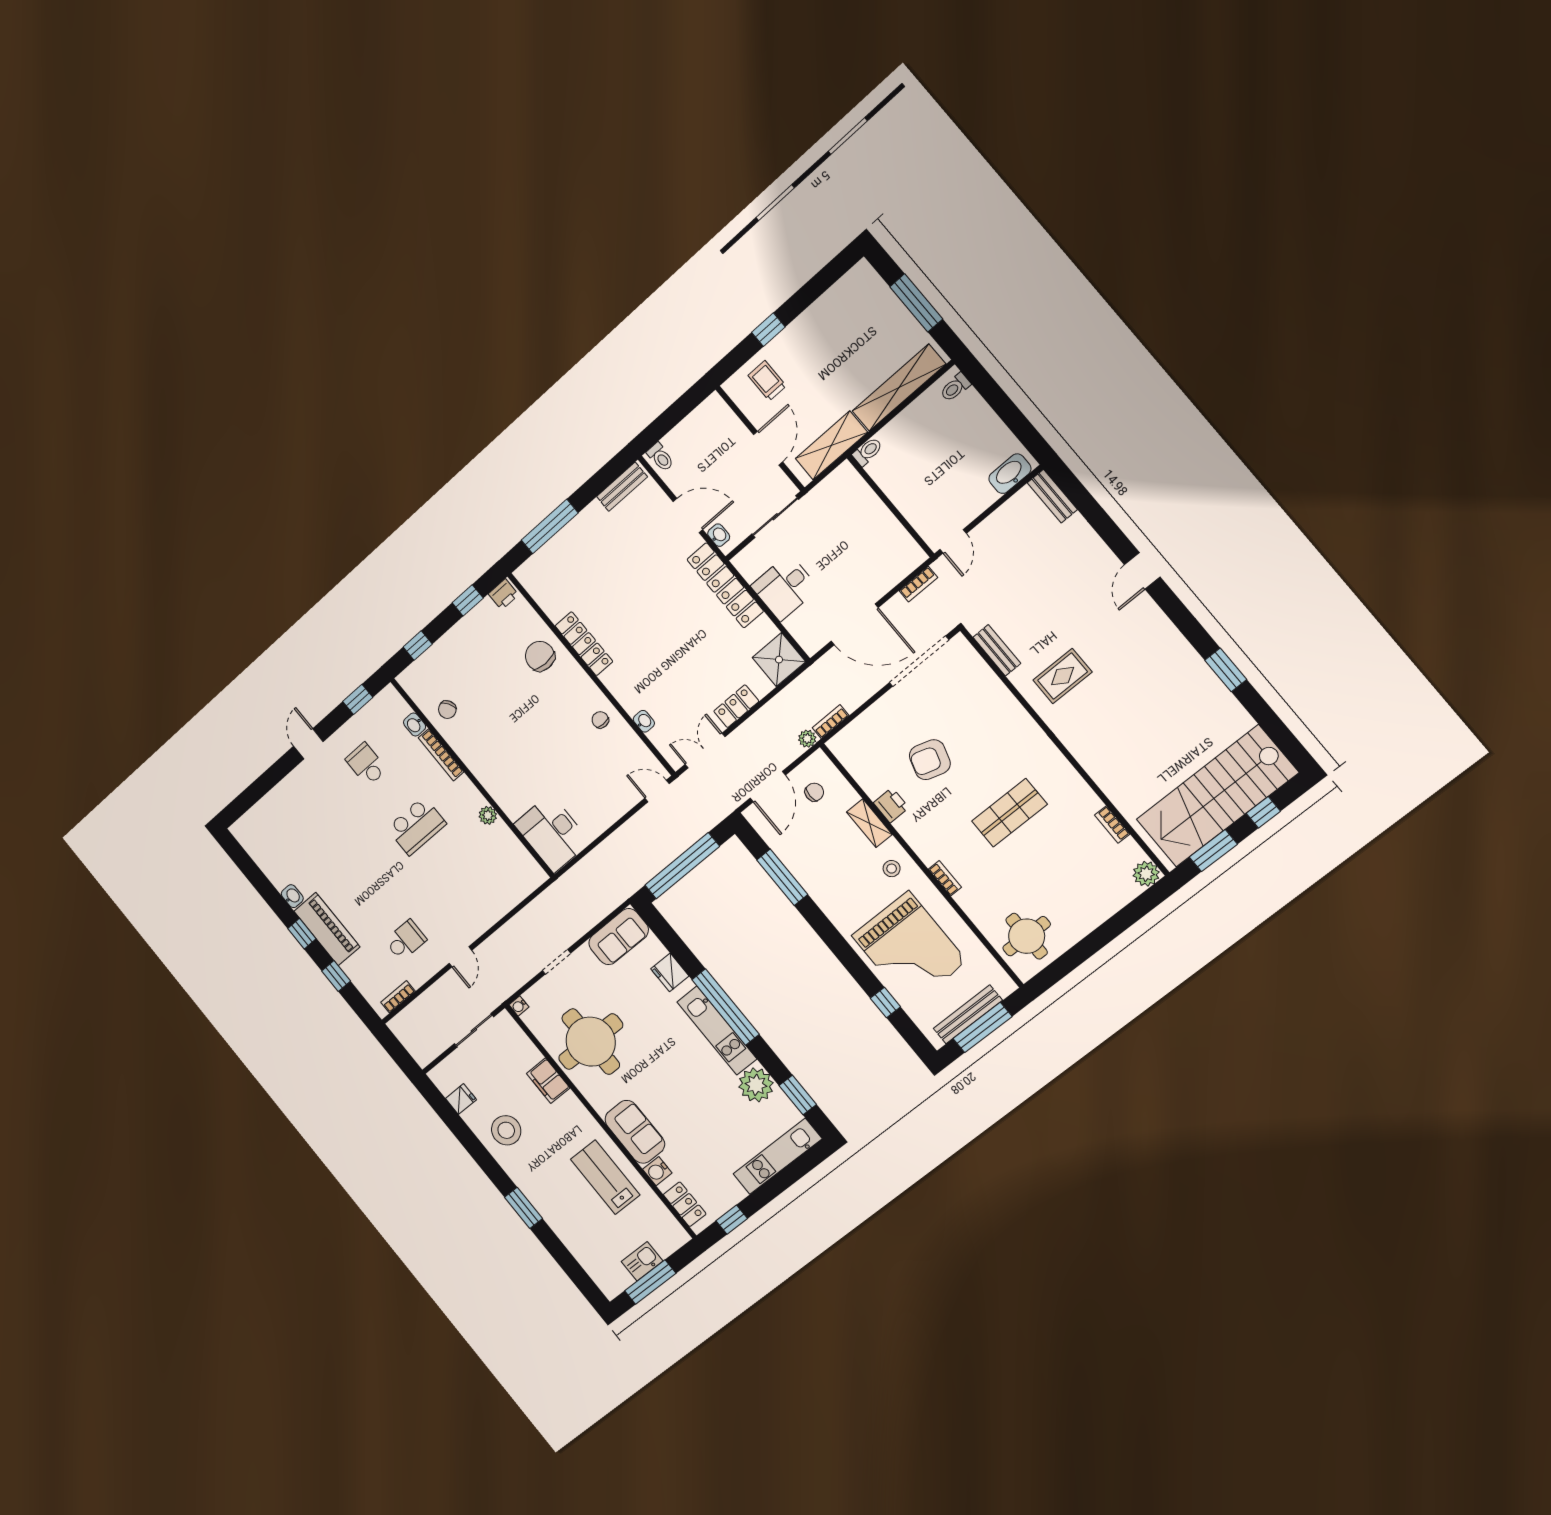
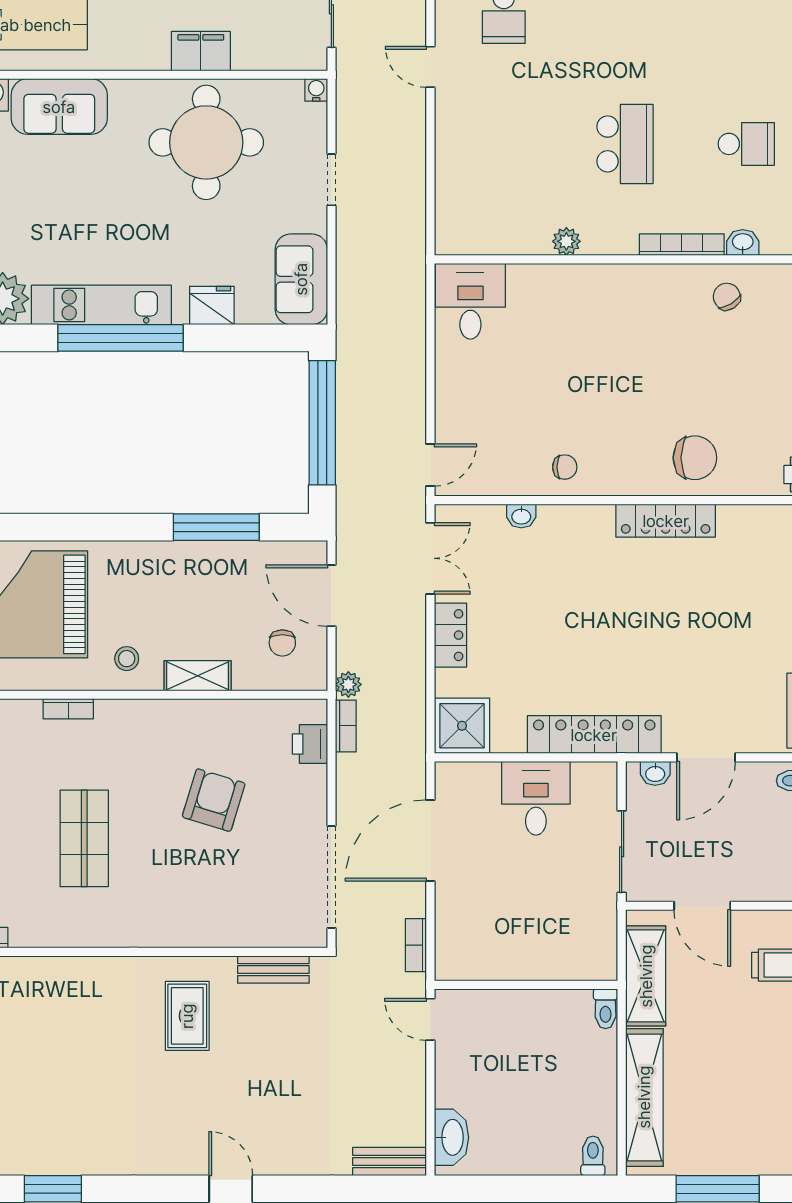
printer: (891, 805) -> (310, 744), moved, turned 90
school desk: (416, 826) -> (625, 144), turned 180
desk: (552, 833) -> (470, 301), width x0.73

